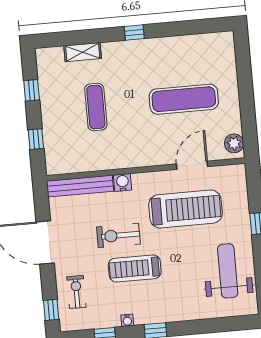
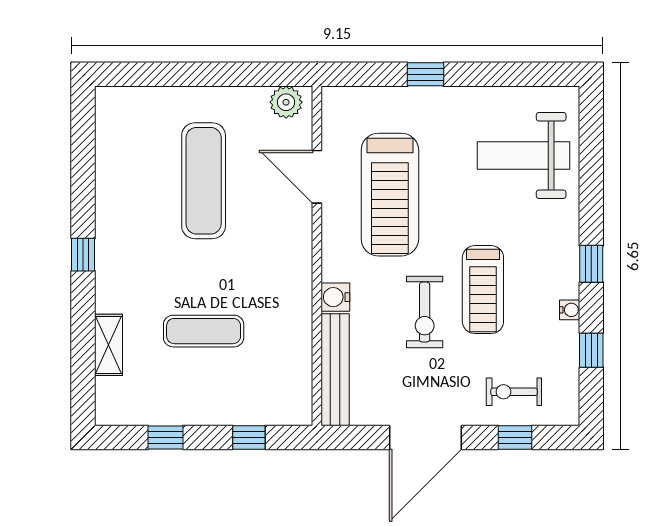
treadmill: (185, 209) -> (390, 195), turned 180
weight bench: (228, 271) -> (524, 155), moved
window: (51, 310) -> (515, 437), moved

